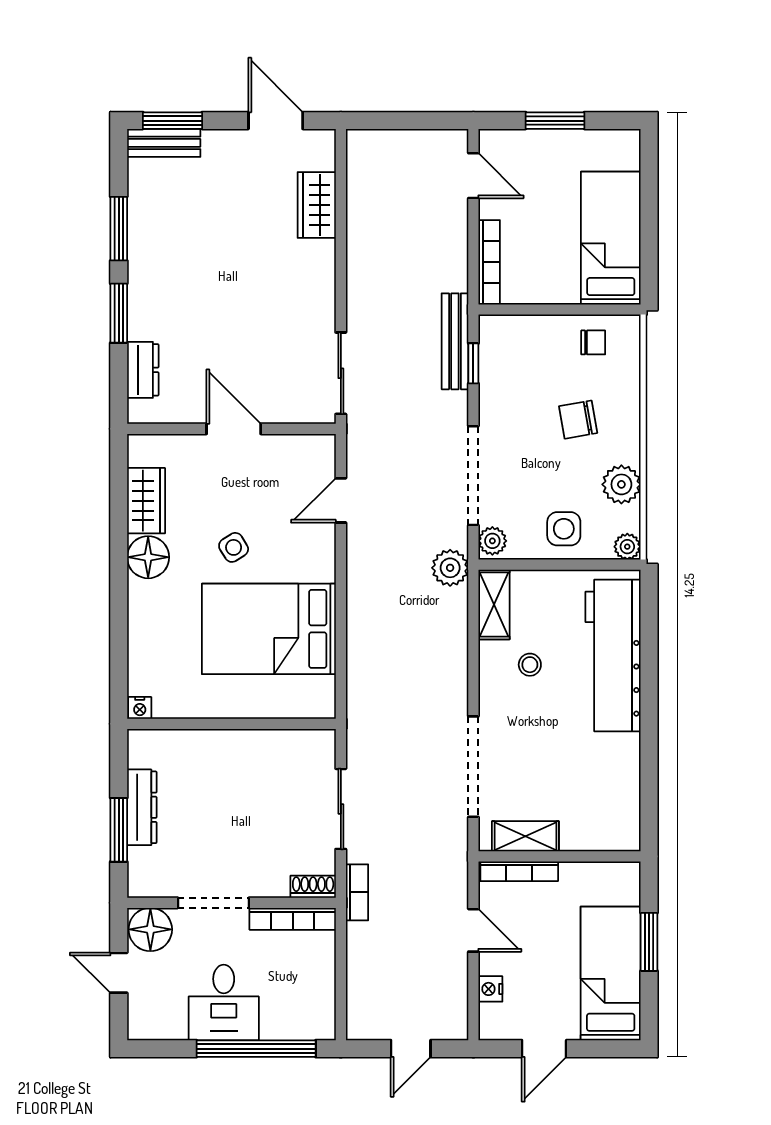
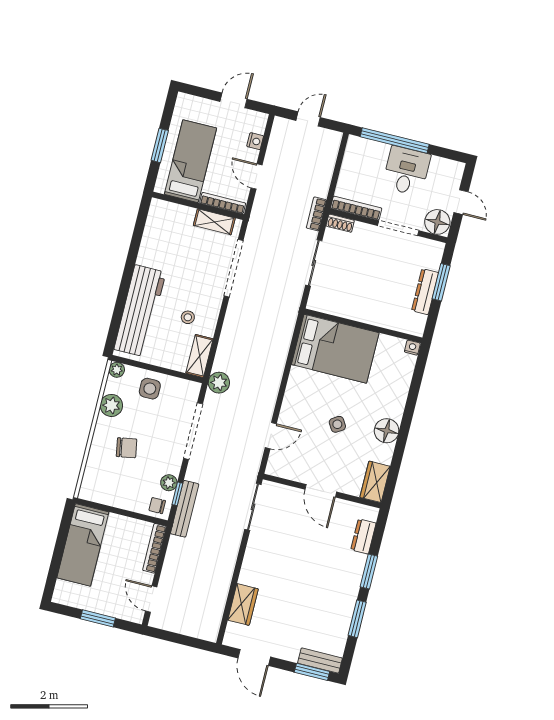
chair: (593, 342) -> (157, 506), moved
wardrobe: (146, 501) -> (375, 482), moved
plant: (492, 541) -> (169, 483), moved
bed: (269, 629) -> (335, 349), moved
bed: (611, 973) -> (190, 161), moved, turned 180

